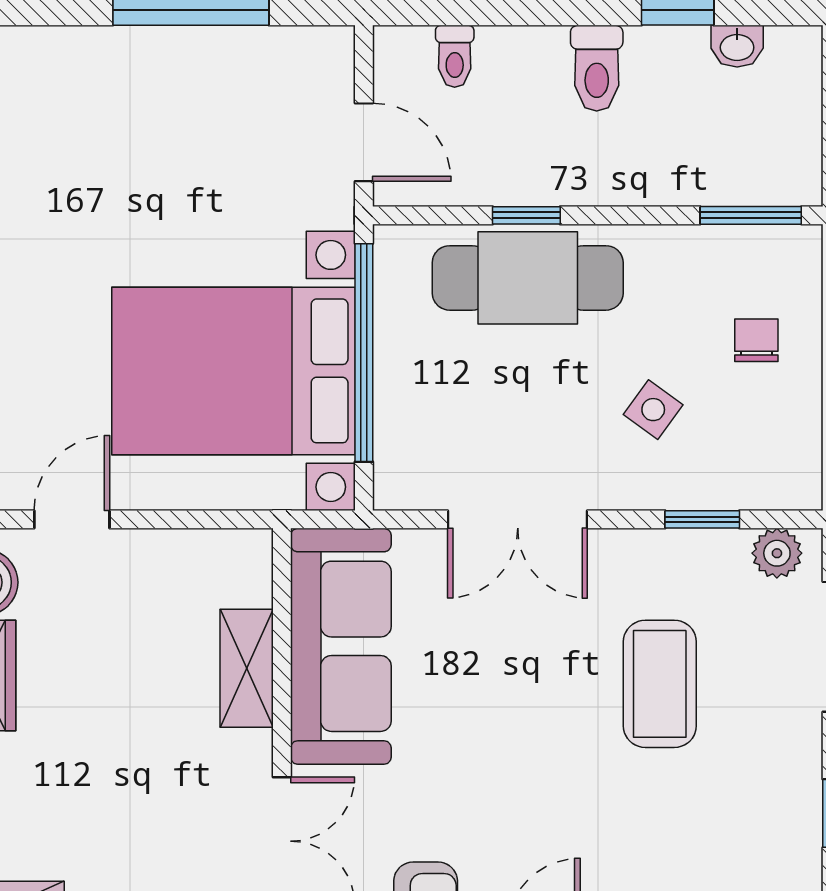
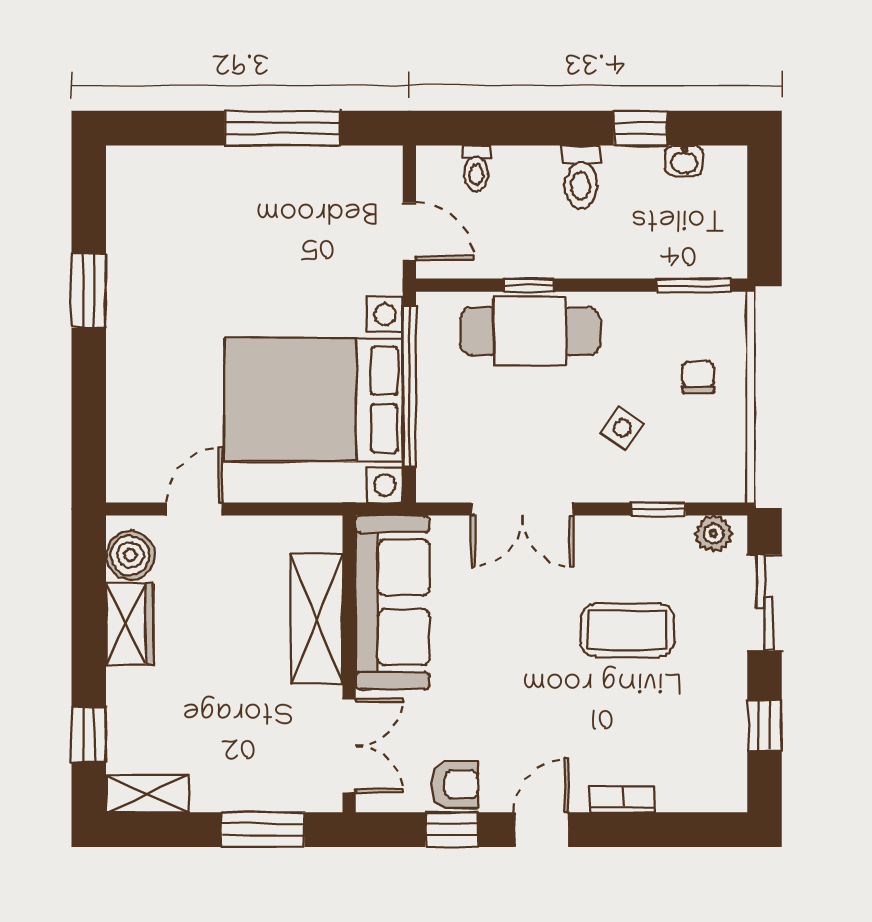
shelving: (247, 668) -> (317, 619), width x1.50, depth x1.33
coffee table: (660, 684) -> (627, 630), turned 90

